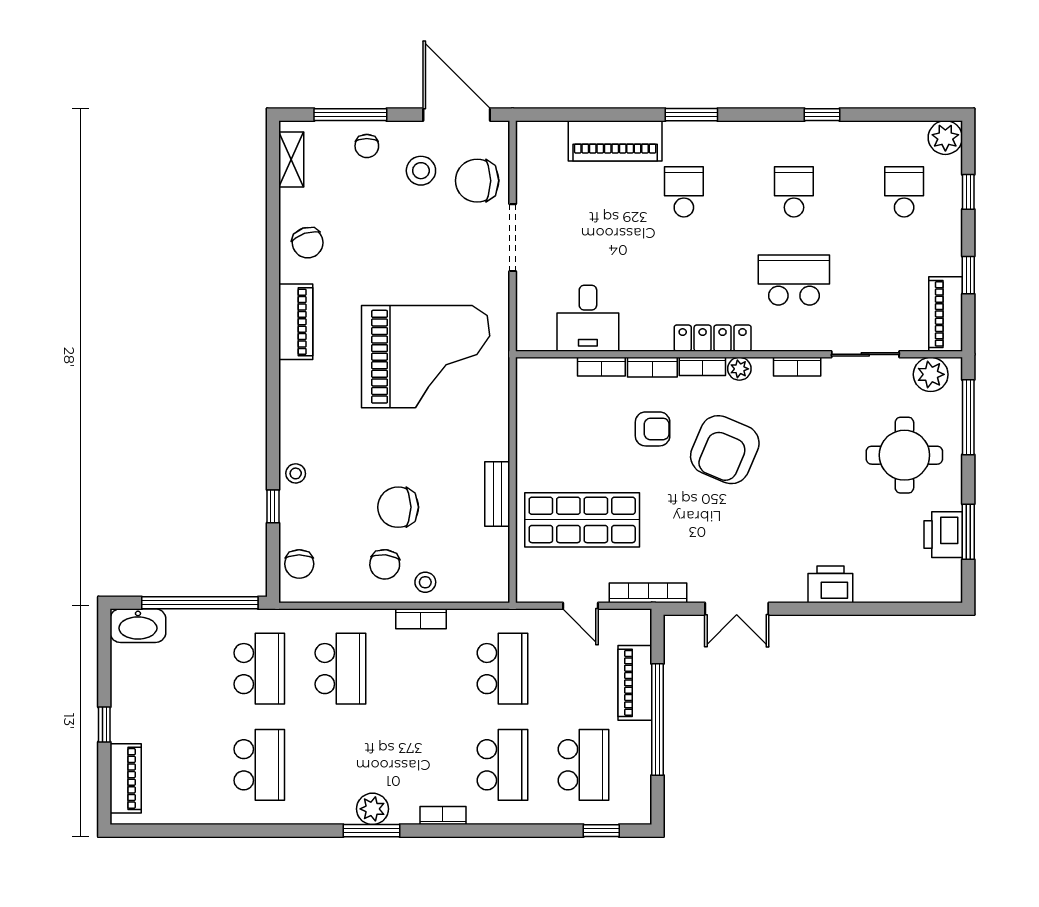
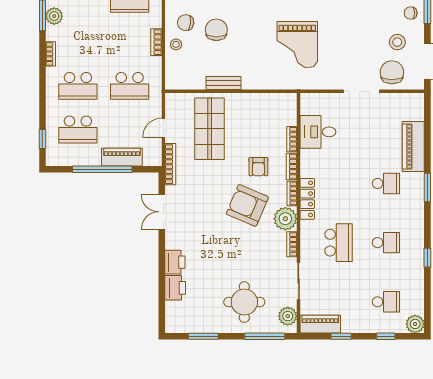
grand piano: (426, 357) -> (297, 45), width x0.73, depth x0.68
plant: (739, 369) -> (285, 219), width x1.87, depth x1.87
printer: (943, 535) -> (175, 288), moved, turned 90

